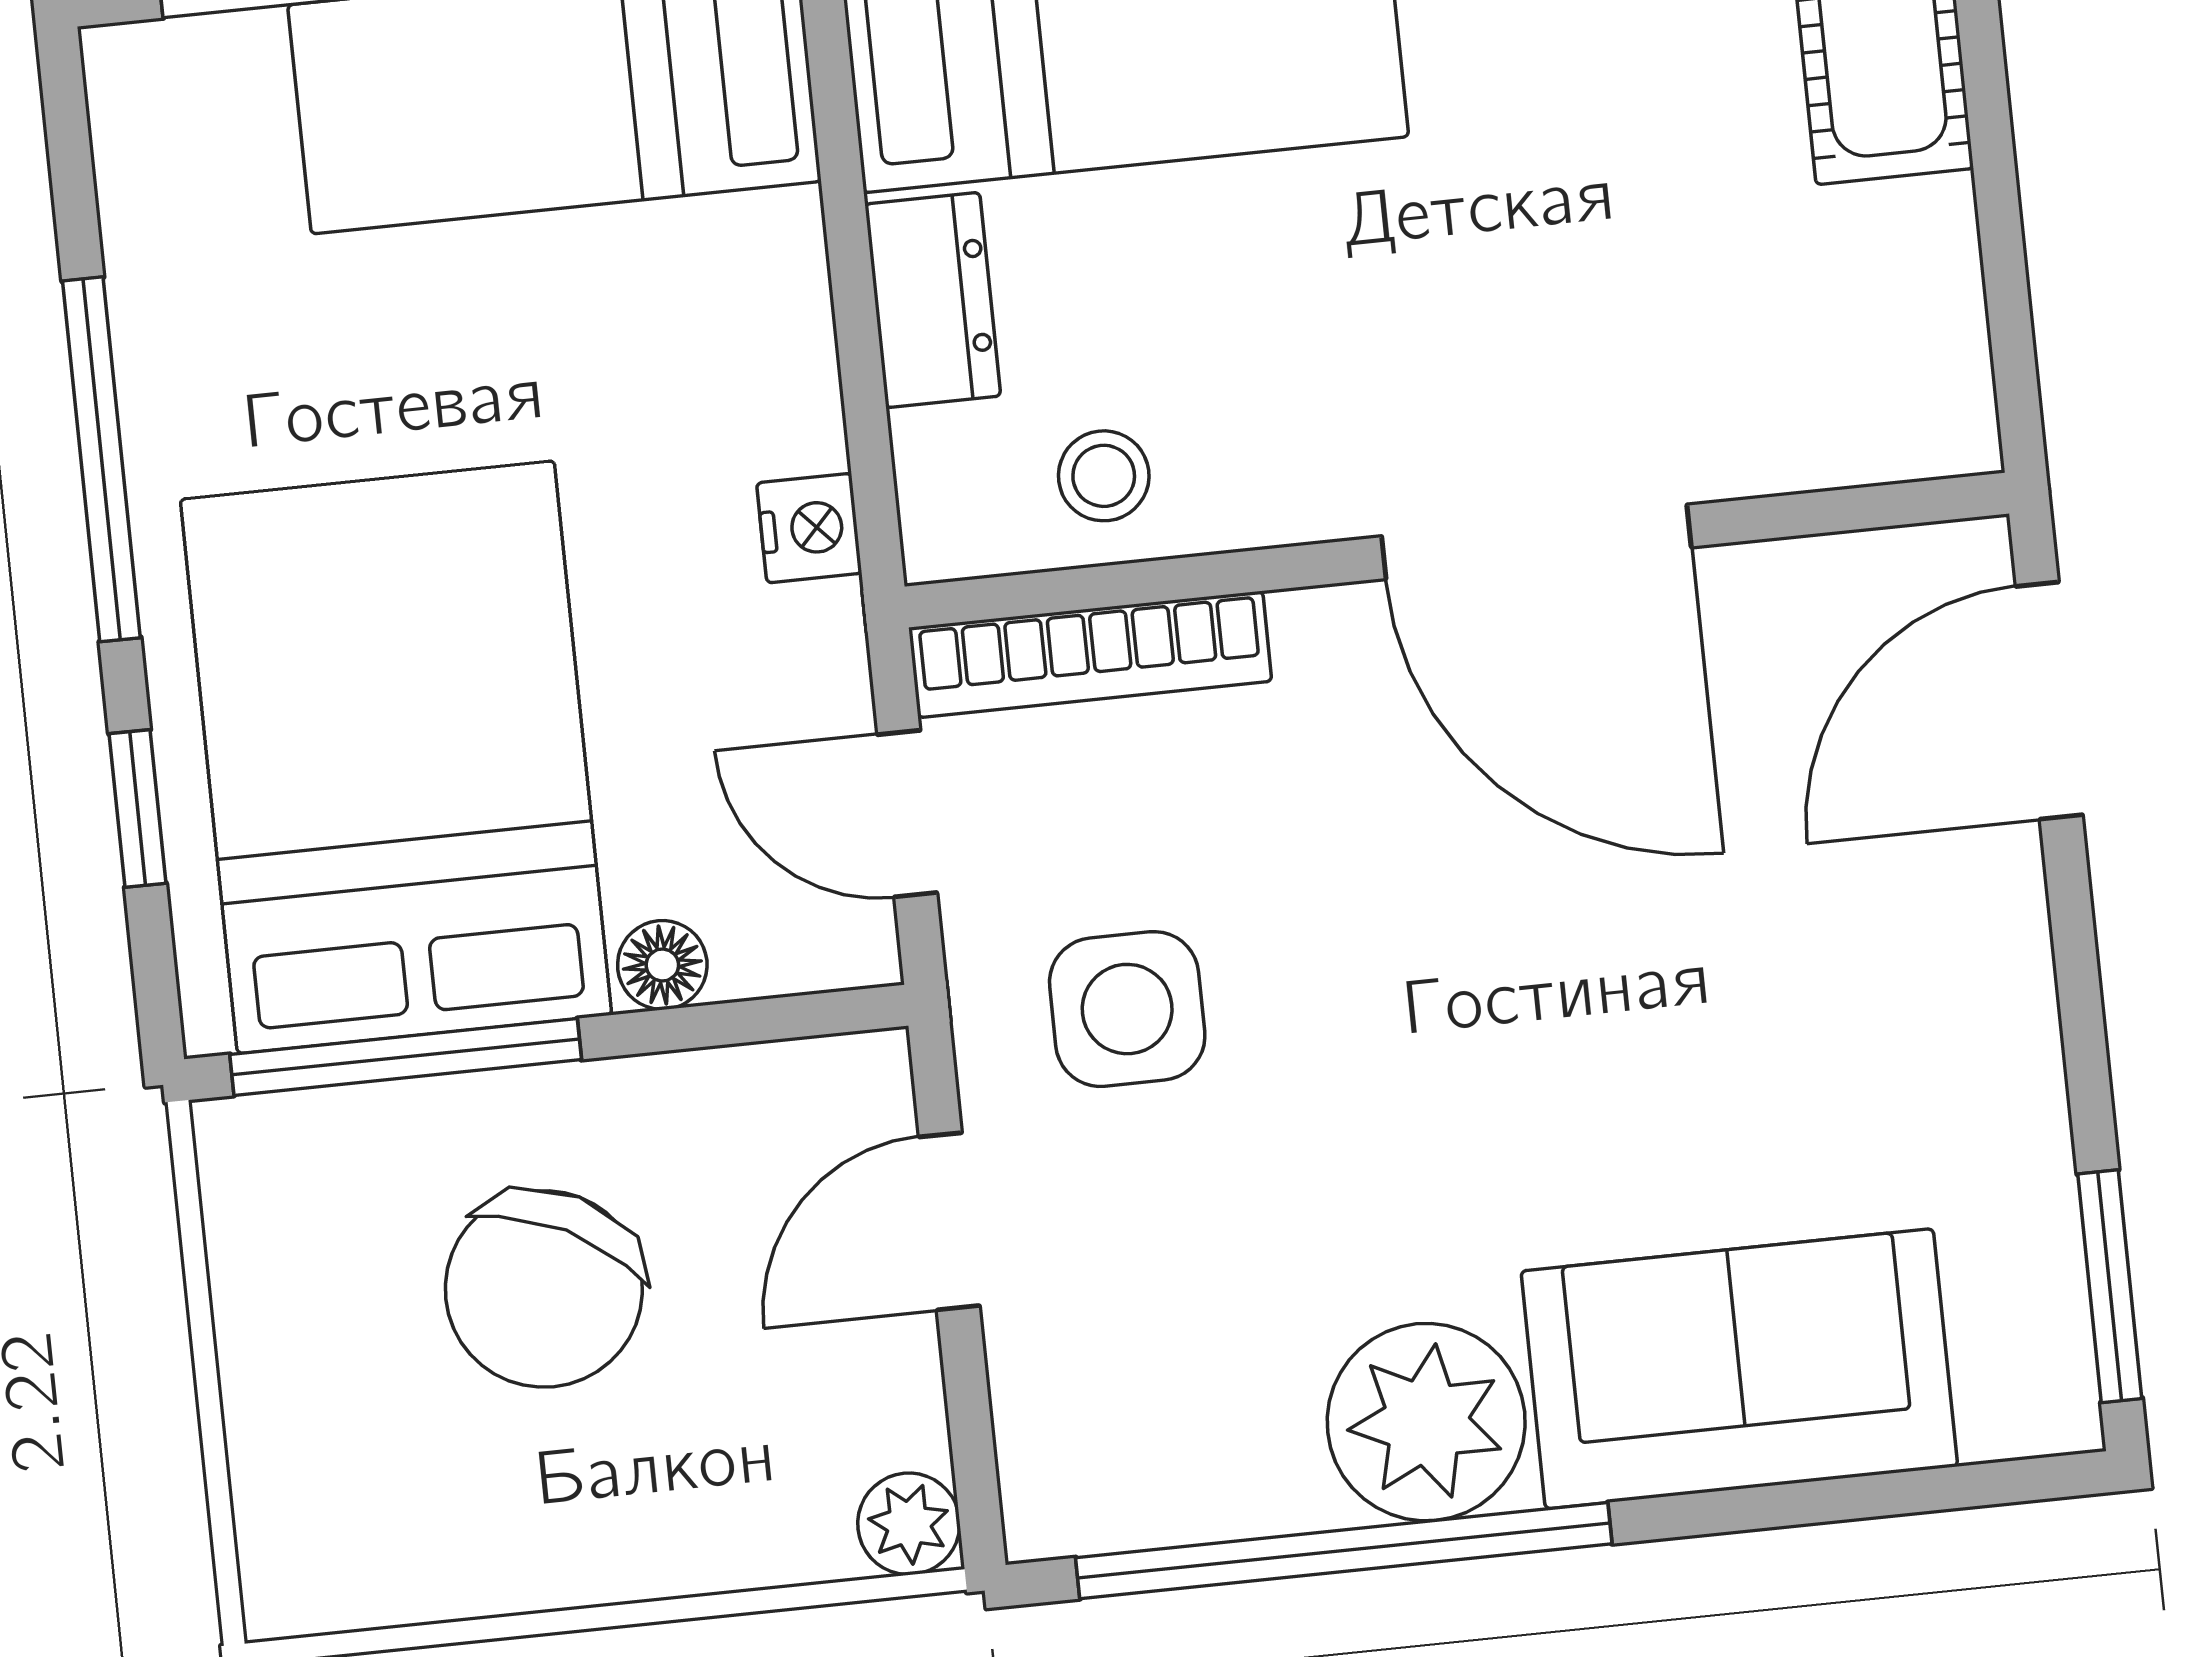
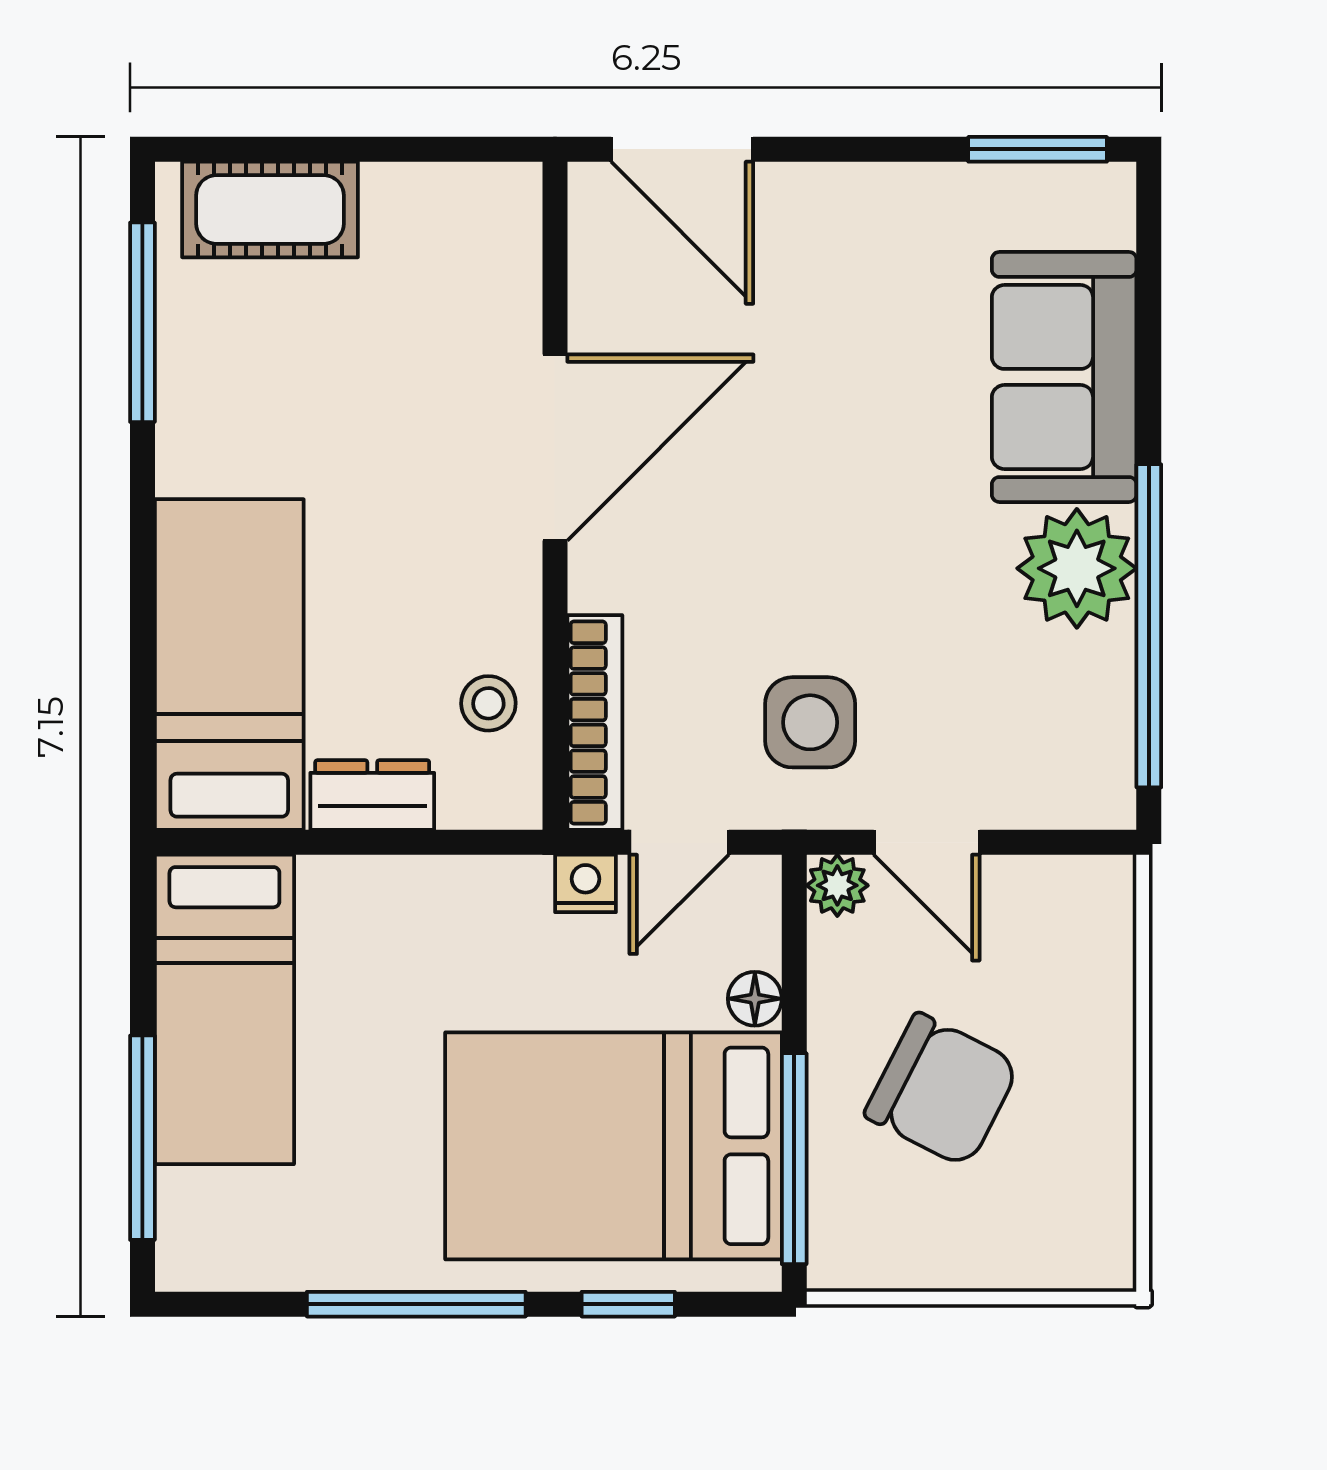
nightstand: (809, 528) -> (585, 883), moved
plant: (909, 1524) -> (837, 885), moved

